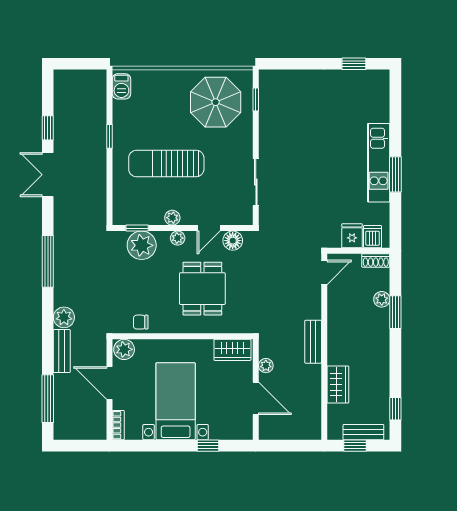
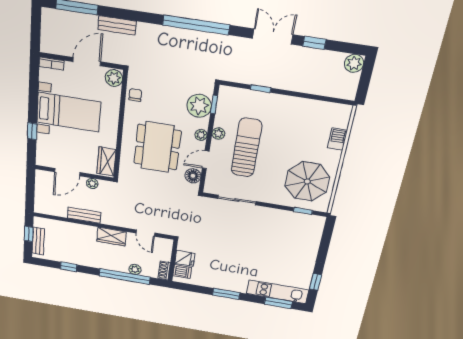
barbecue: (121, 86) -> (337, 139), moved, turned 90
window: (395, 105) -> (278, 303), added
window: (110, 136) -> (261, 89), moved
sun lounger: (166, 163) -> (246, 148), moved
kitchen unit: (379, 163) -> (277, 292), moved
door: (209, 228) -> (206, 160), hinge flipped
window: (48, 261) -> (196, 25), width x1.46
door: (324, 272) -> (145, 233), moved
dining table: (202, 289) -> (157, 147), width x1.38
window: (395, 312) -> (125, 276), width x2.11
plant: (64, 317) -> (354, 63), moved
bench: (313, 342) -> (84, 215), moved
wardrobe: (338, 385) -> (112, 237), moved
window: (395, 409) -> (69, 267), moved

